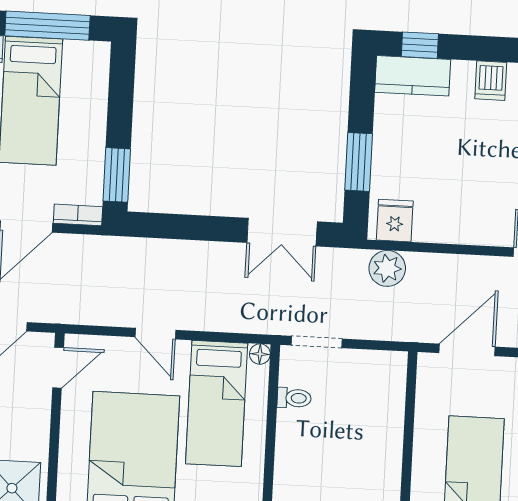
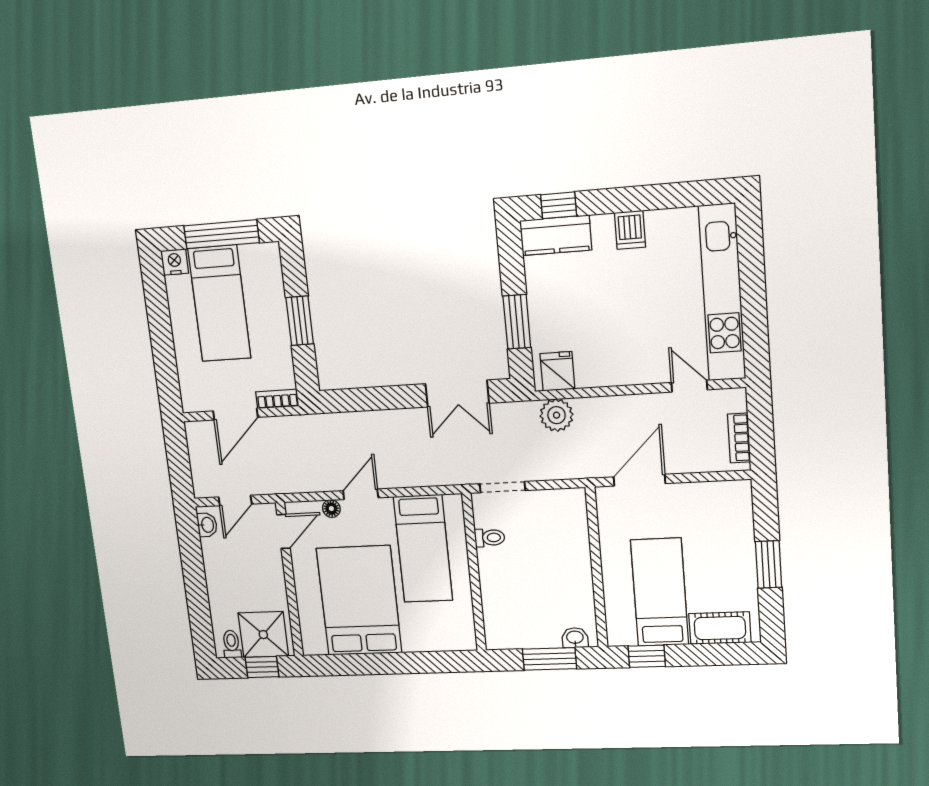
window: (117, 175) -> (300, 321), moved
door: (155, 334) -> (361, 494), swing flipped
floor lamp: (260, 354) -> (331, 509), moved

